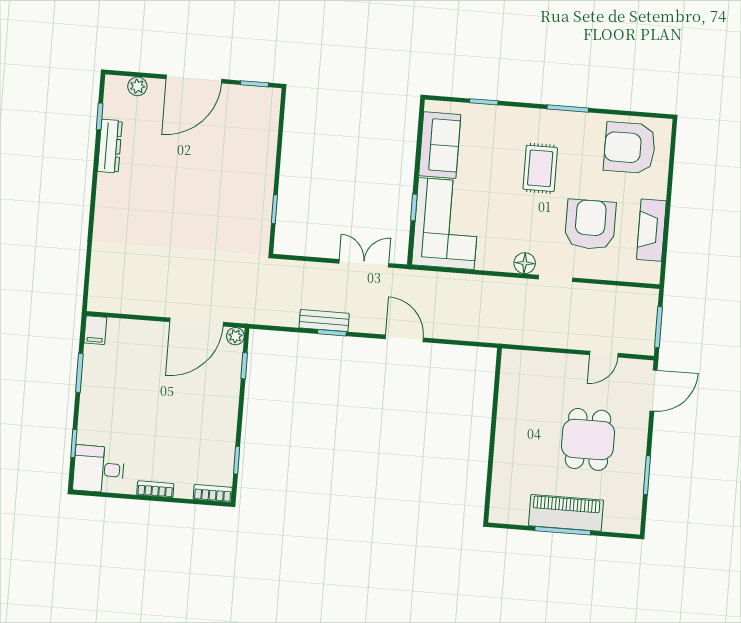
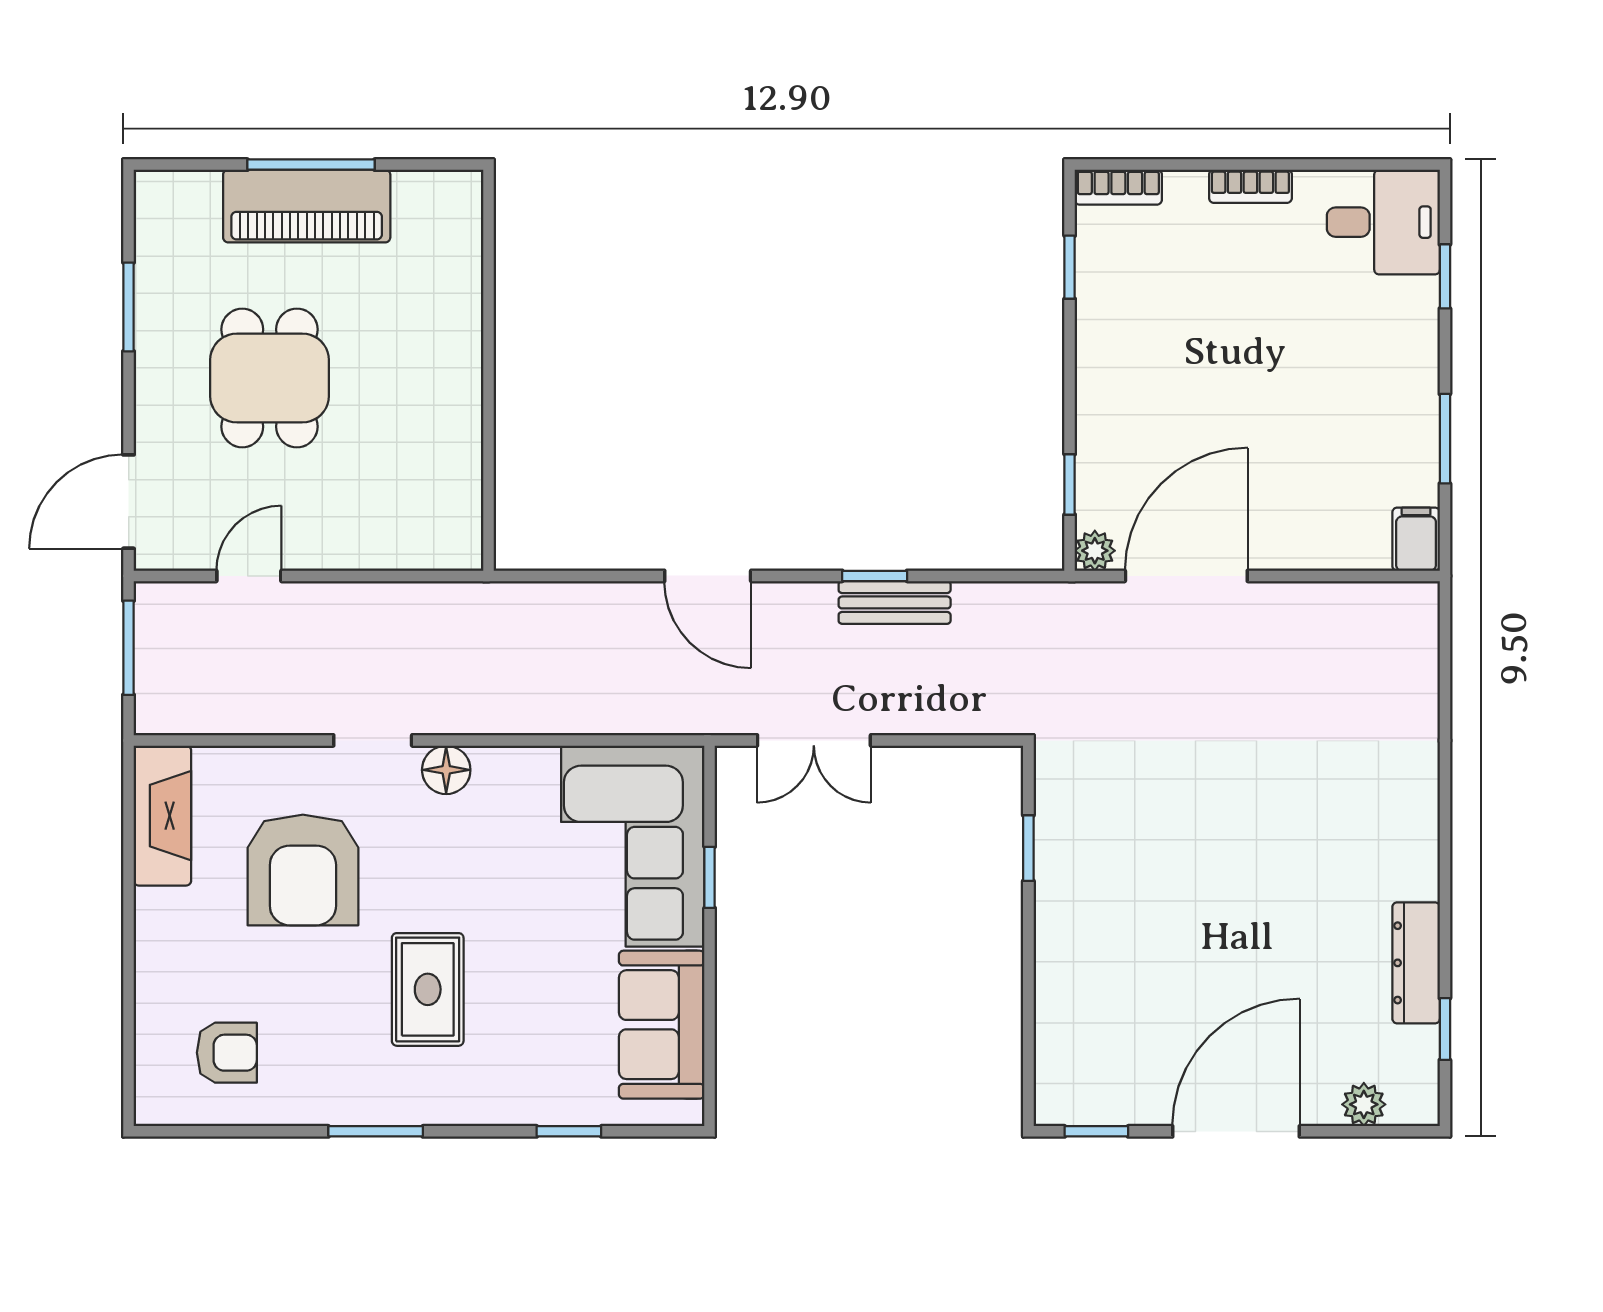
armchair: (630, 148) -> (227, 1053), width x0.53, depth x0.53
fireplace: (651, 230) -> (162, 816), moved

